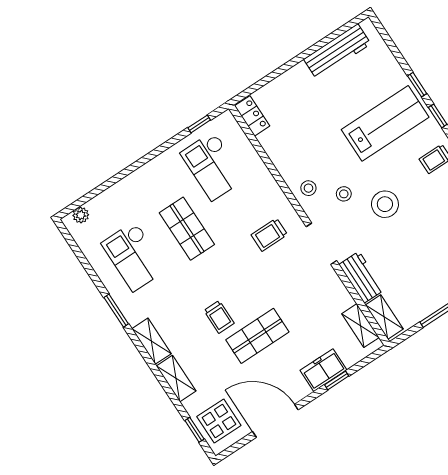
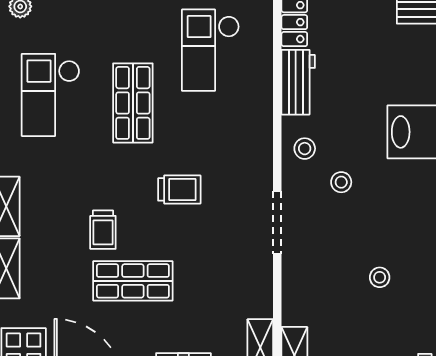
stool: (385, 204) -> (380, 277), moved, width x0.53, depth x0.53
trolley: (269, 235) -> (179, 189), moved, turned 180
workbench: (361, 277) -> (298, 82), moved

